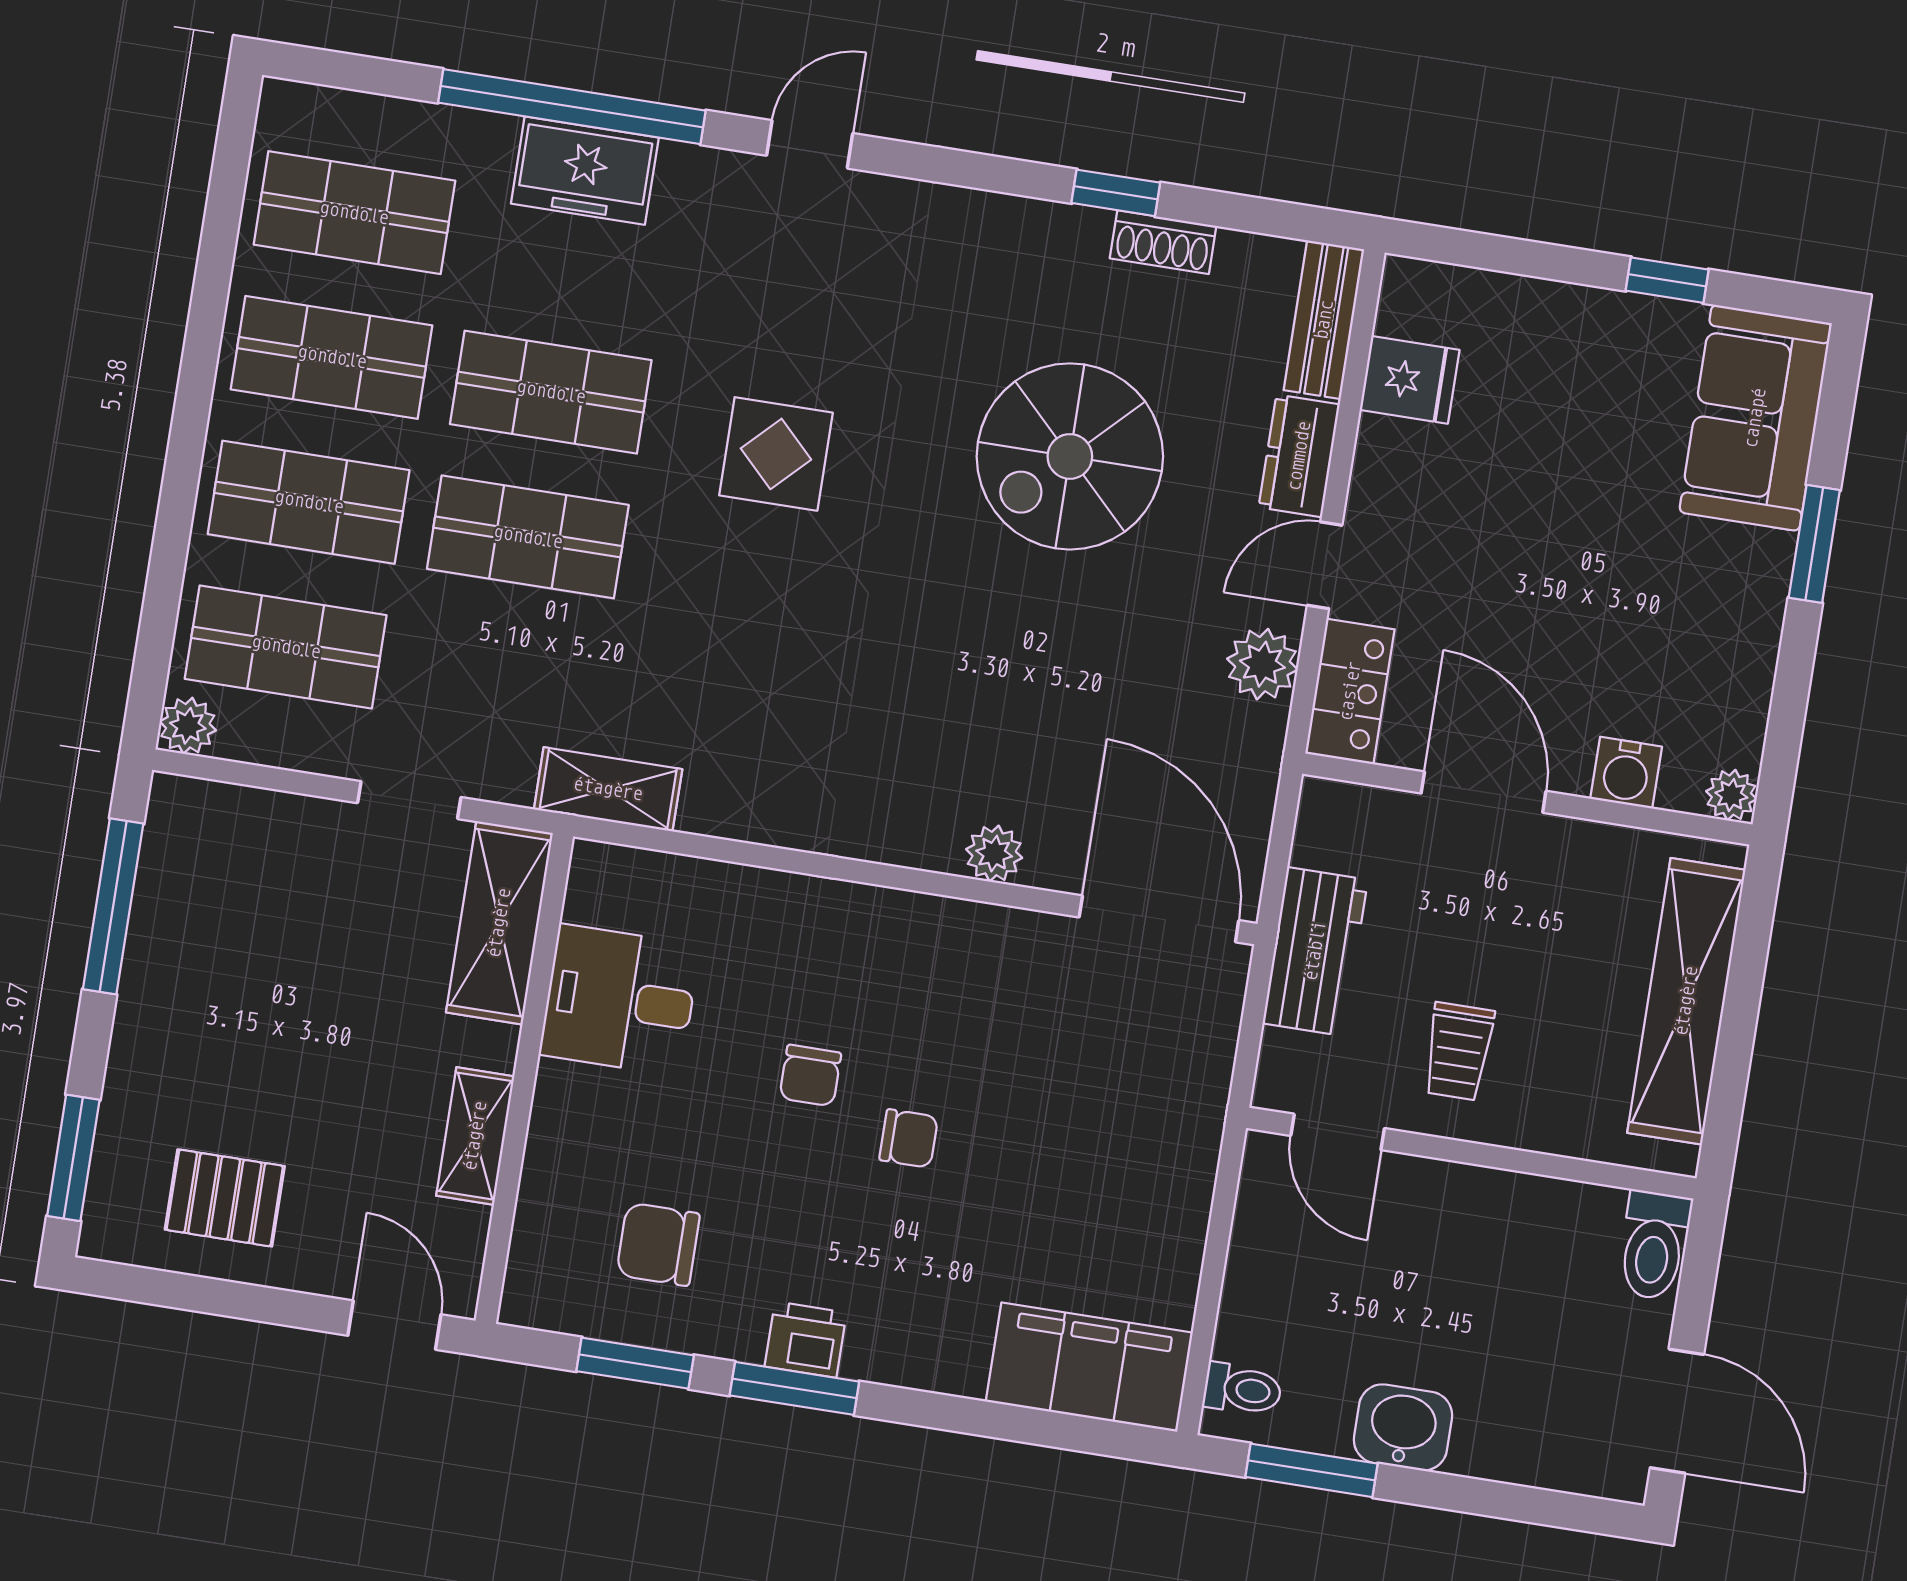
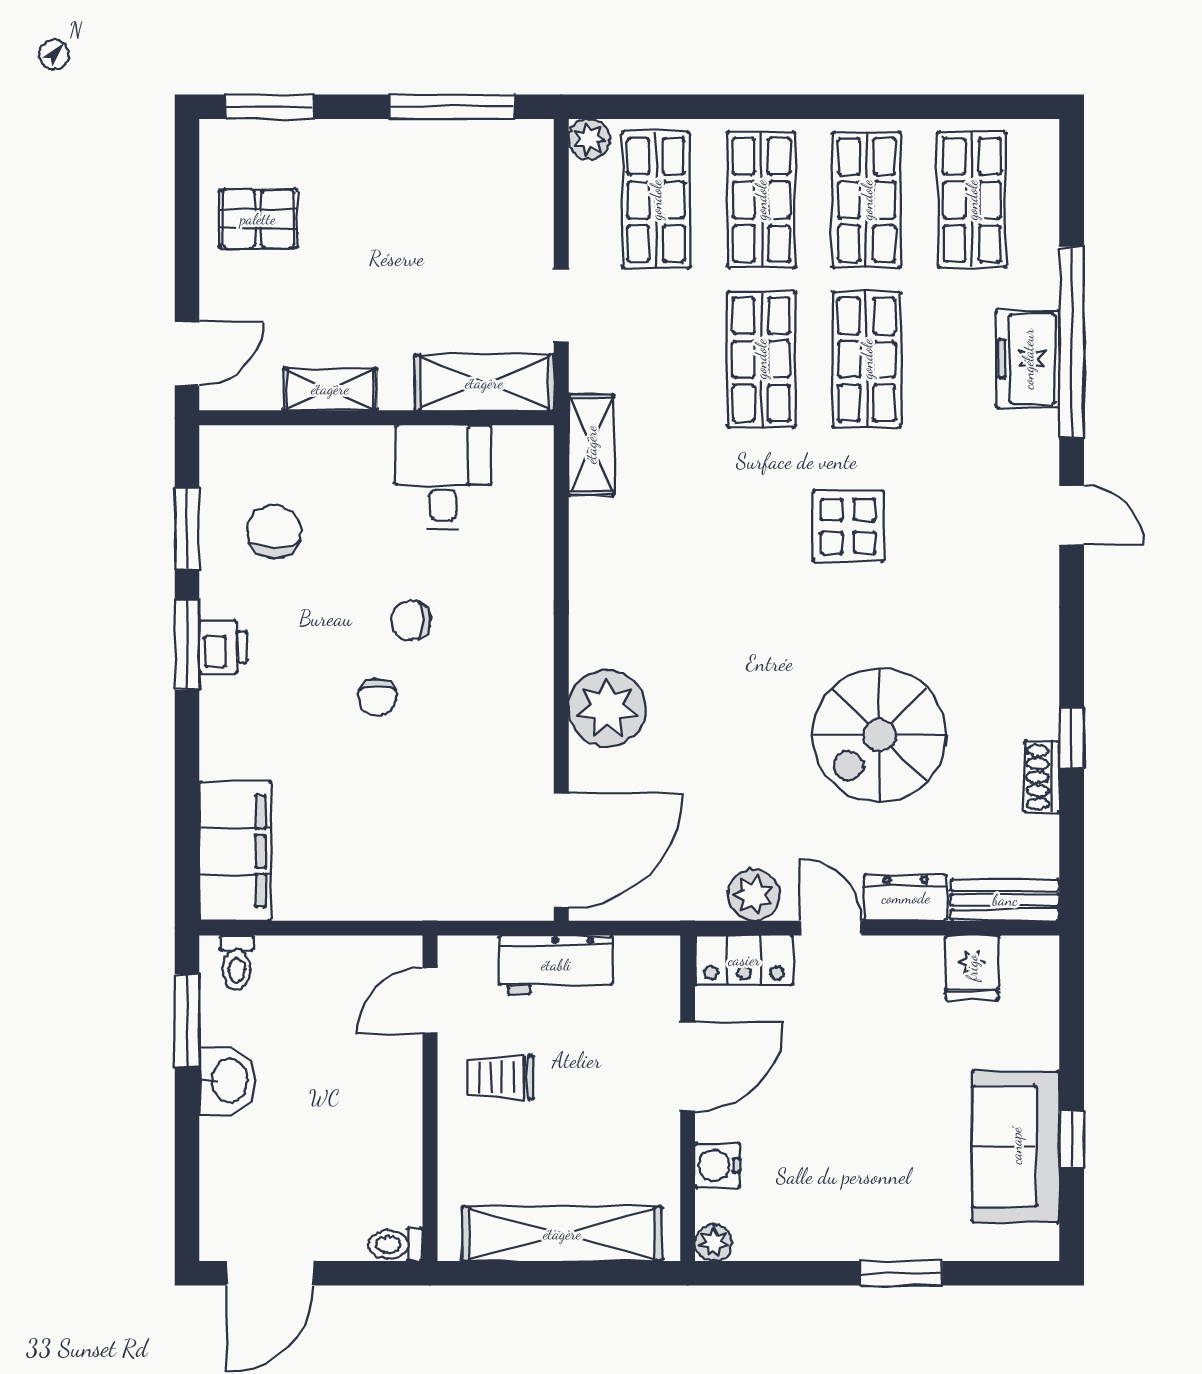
sofa: (1755, 418) -> (1016, 1146), moved, turned -90
spiral stairs: (1070, 456) -> (879, 735), turned -90
plant: (994, 854) -> (607, 708), width x1.87, depth x1.87
pallet: (225, 1198) -> (258, 219), turned 90
toilet: (1654, 1245) -> (396, 1244), width x0.73, depth x0.72

